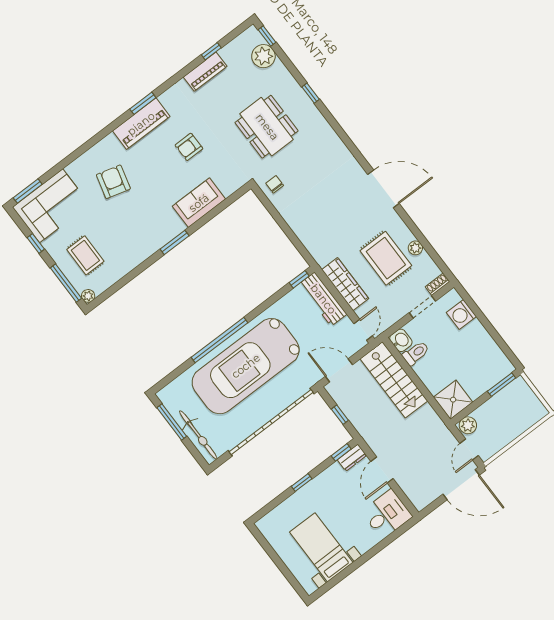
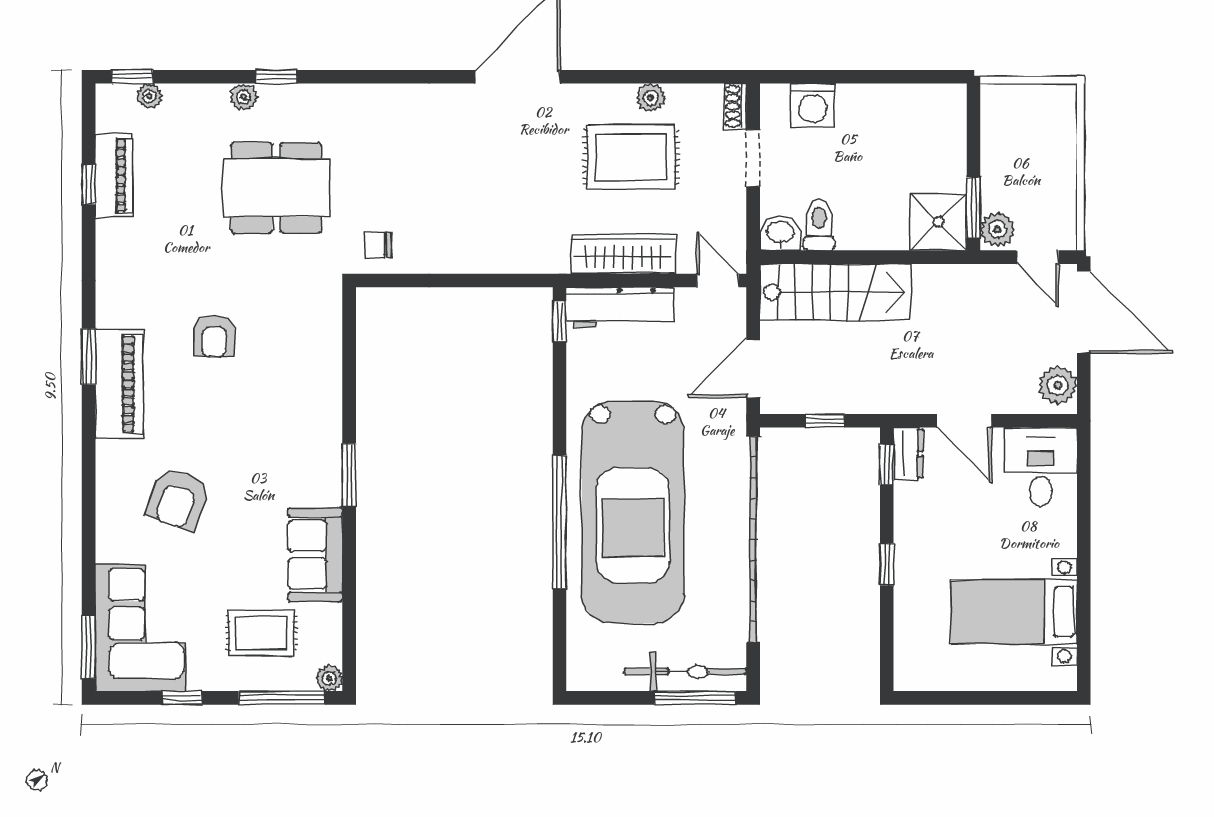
plant: (263, 56) -> (149, 96), width x0.53, depth x0.53
piano: (205, 72) -> (114, 176), moved
plant: (293, 86) -> (243, 97), added
armchair: (113, 182) -> (178, 499), turned -85
sofa: (199, 203) -> (315, 555), moved
window: (502, 385) -> (974, 207), moved
window: (172, 422) -> (695, 698), moved
door: (461, 485) -> (1084, 312), hinge flipped
plant: (424, 496) -> (1058, 385), added

